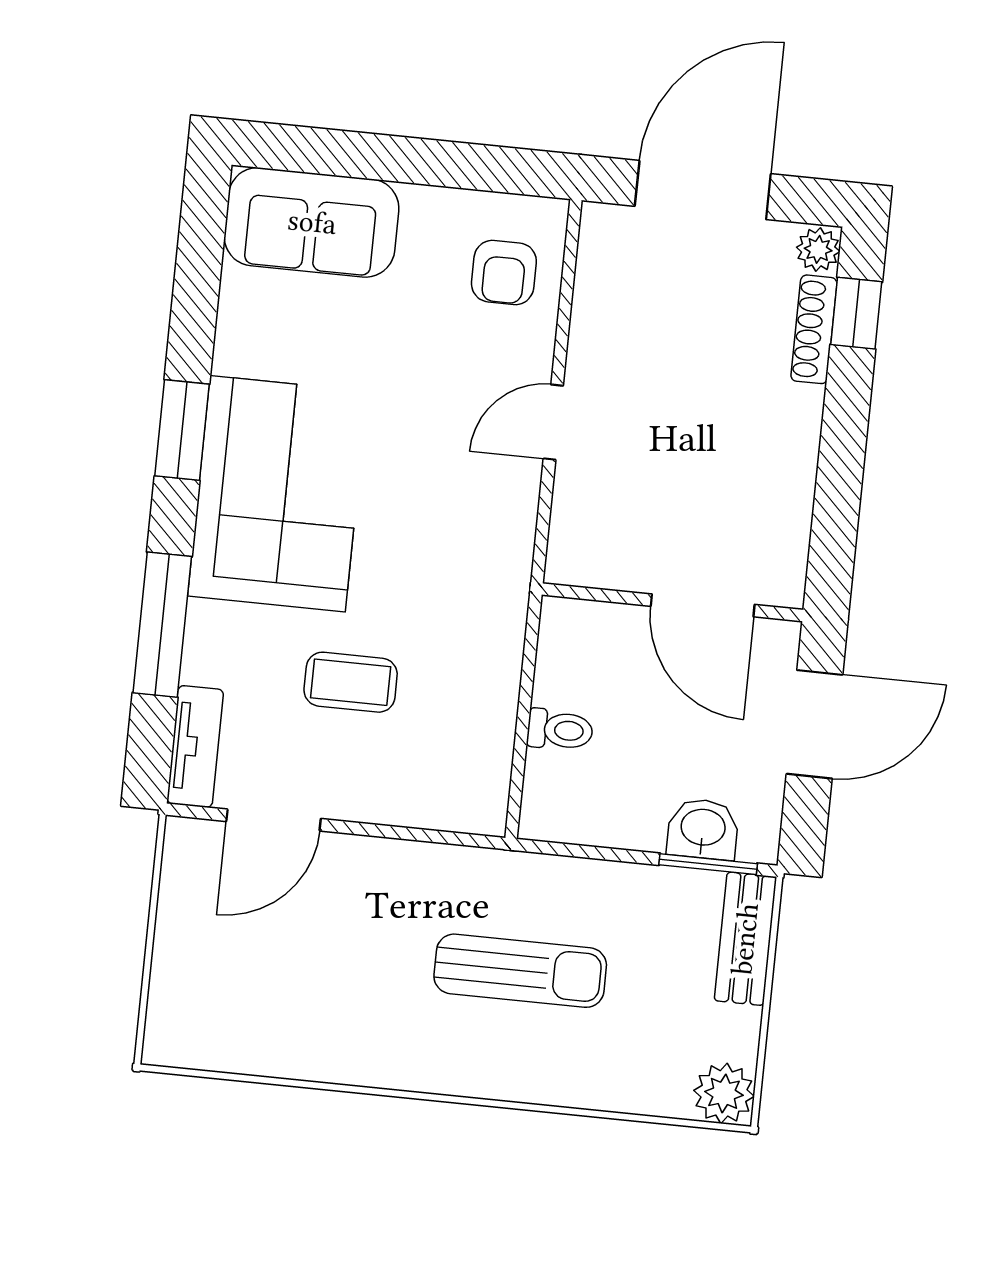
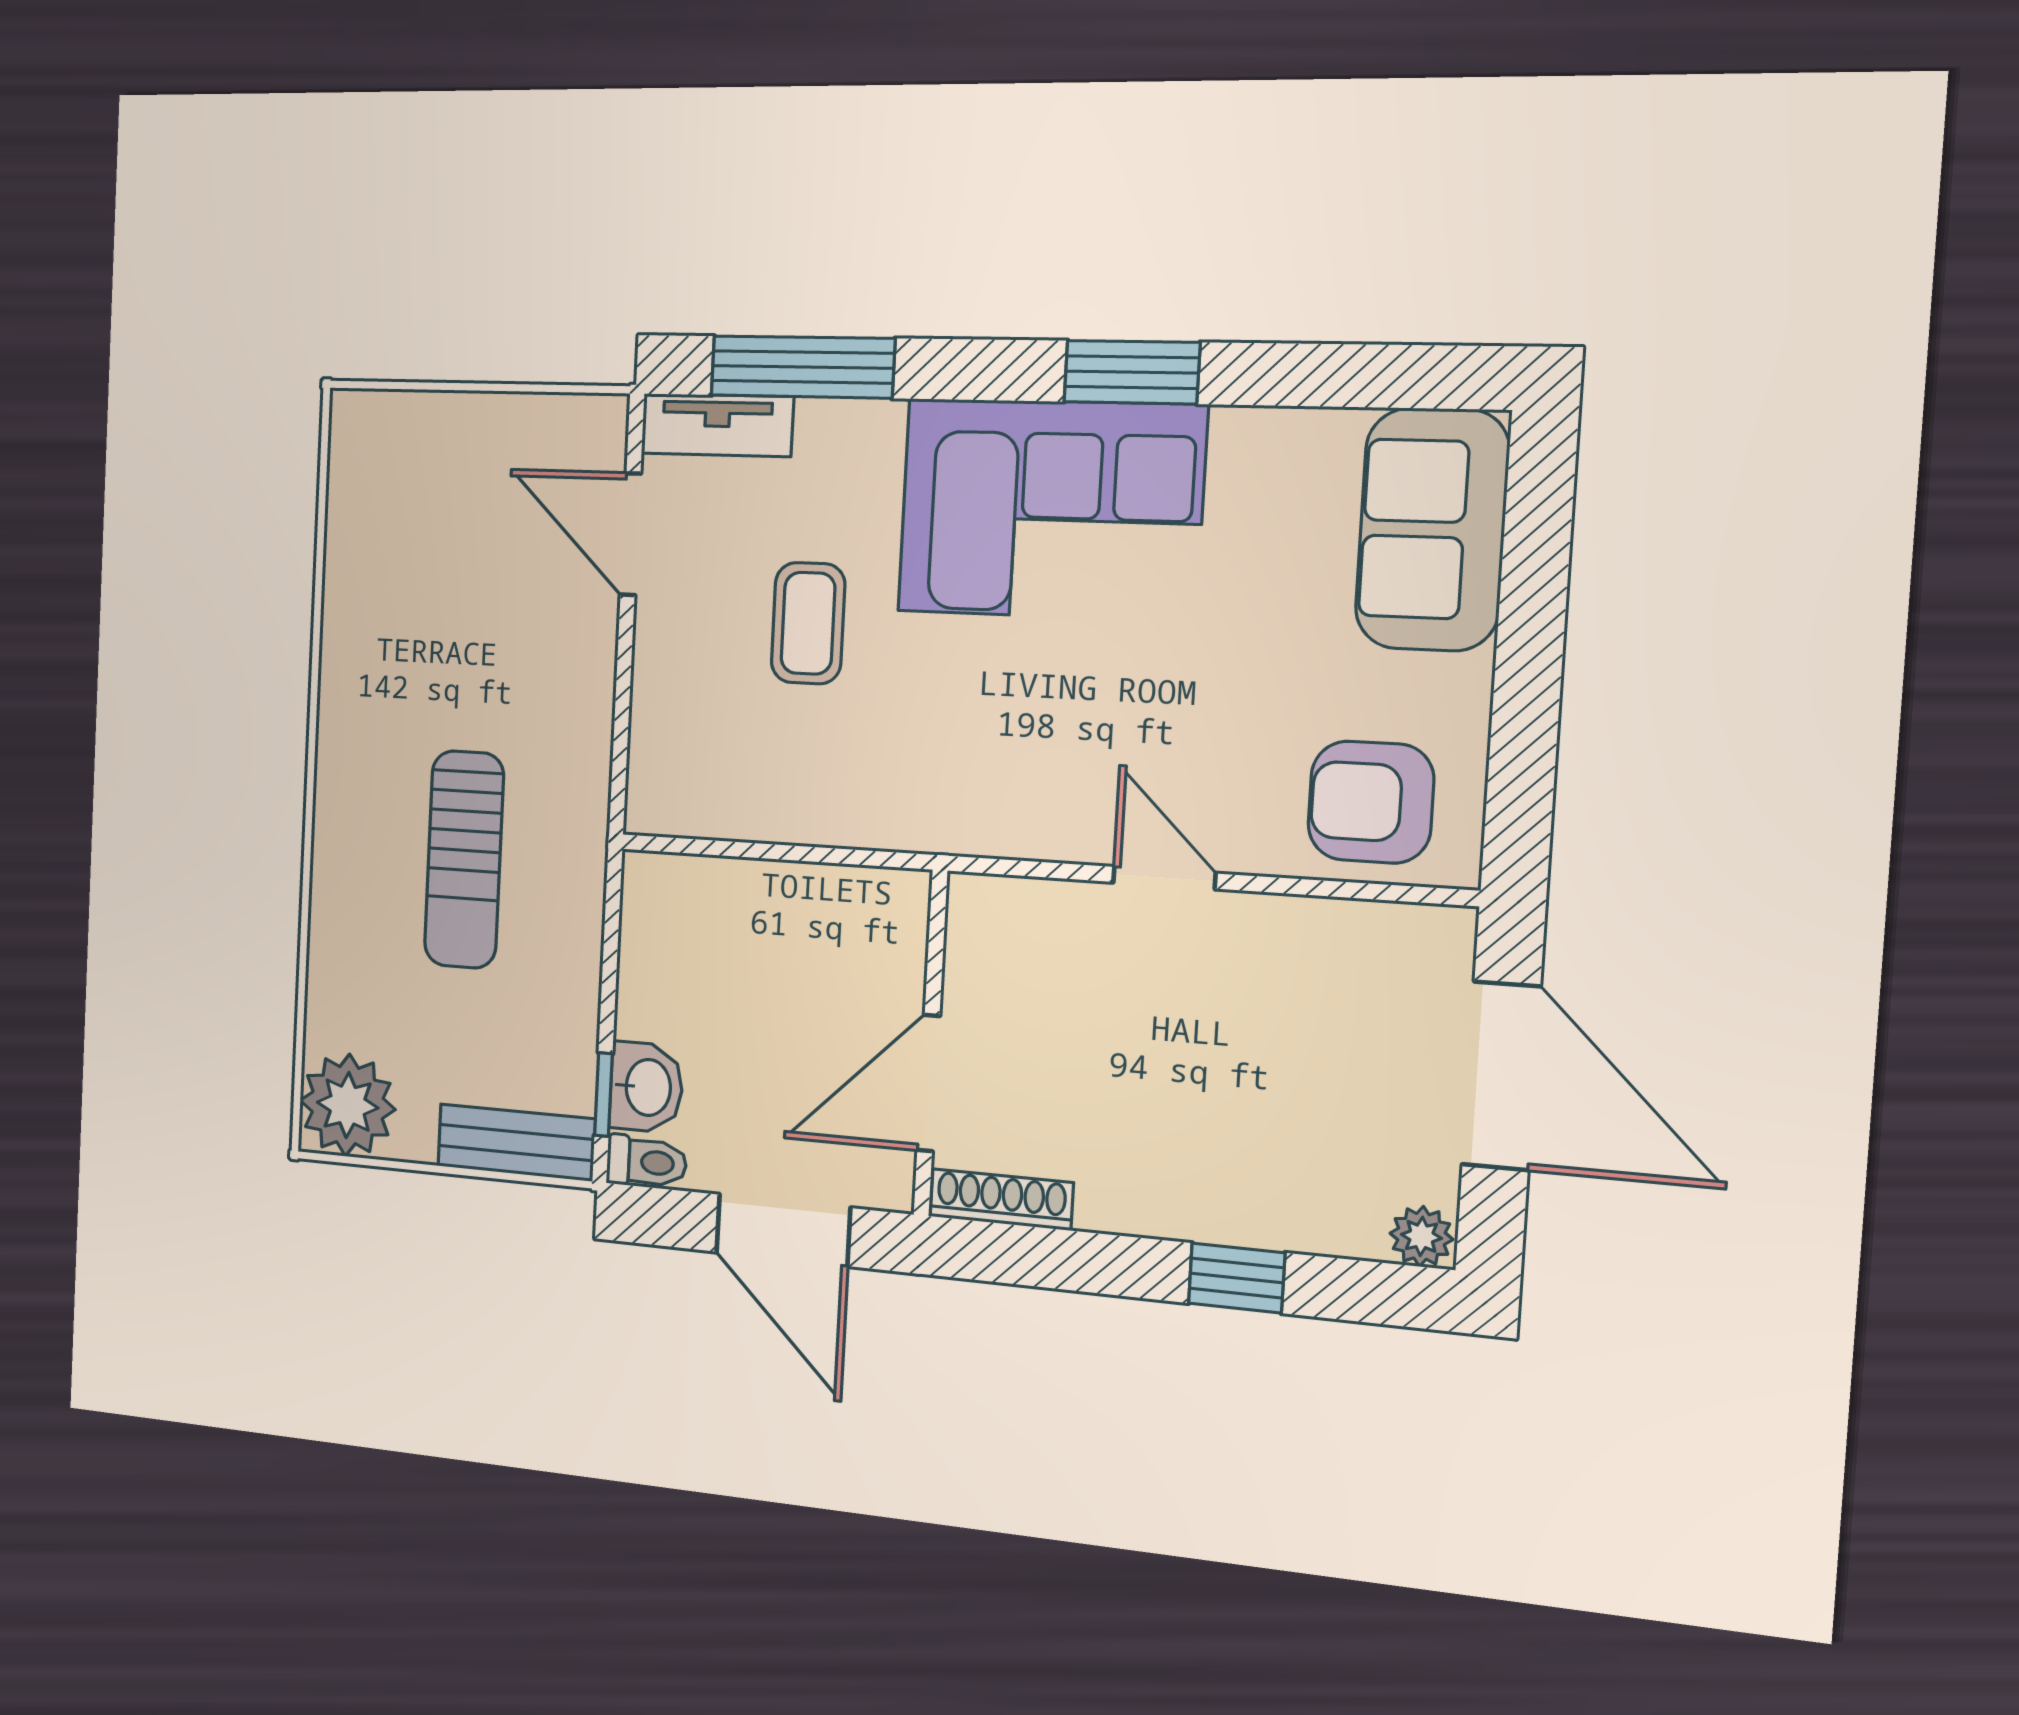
armchair: (504, 272) -> (1371, 802), width x1.38, depth x1.38
window: (856, 313) -> (1237, 1278), moved
shoe rack: (814, 329) -> (1001, 1200), moved
window: (162, 625) -> (802, 367), moved
toilet: (560, 730) -> (646, 1162), moved, turned -90
window: (708, 864) -> (603, 1095), width x0.67
plant: (724, 1093) -> (348, 1105), width x1.36, depth x1.36

